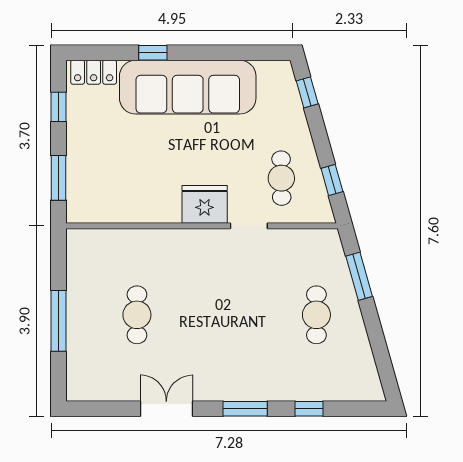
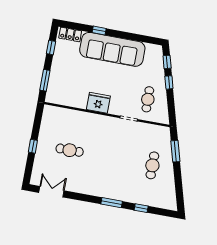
window: (332, 180) -> (169, 82), moved
fridge: (205, 204) -> (98, 103), moved
cafe table: (137, 315) -> (70, 150), turned 90
window: (58, 321) -> (33, 146), width x0.46
double door: (166, 409) -> (51, 192), moved

